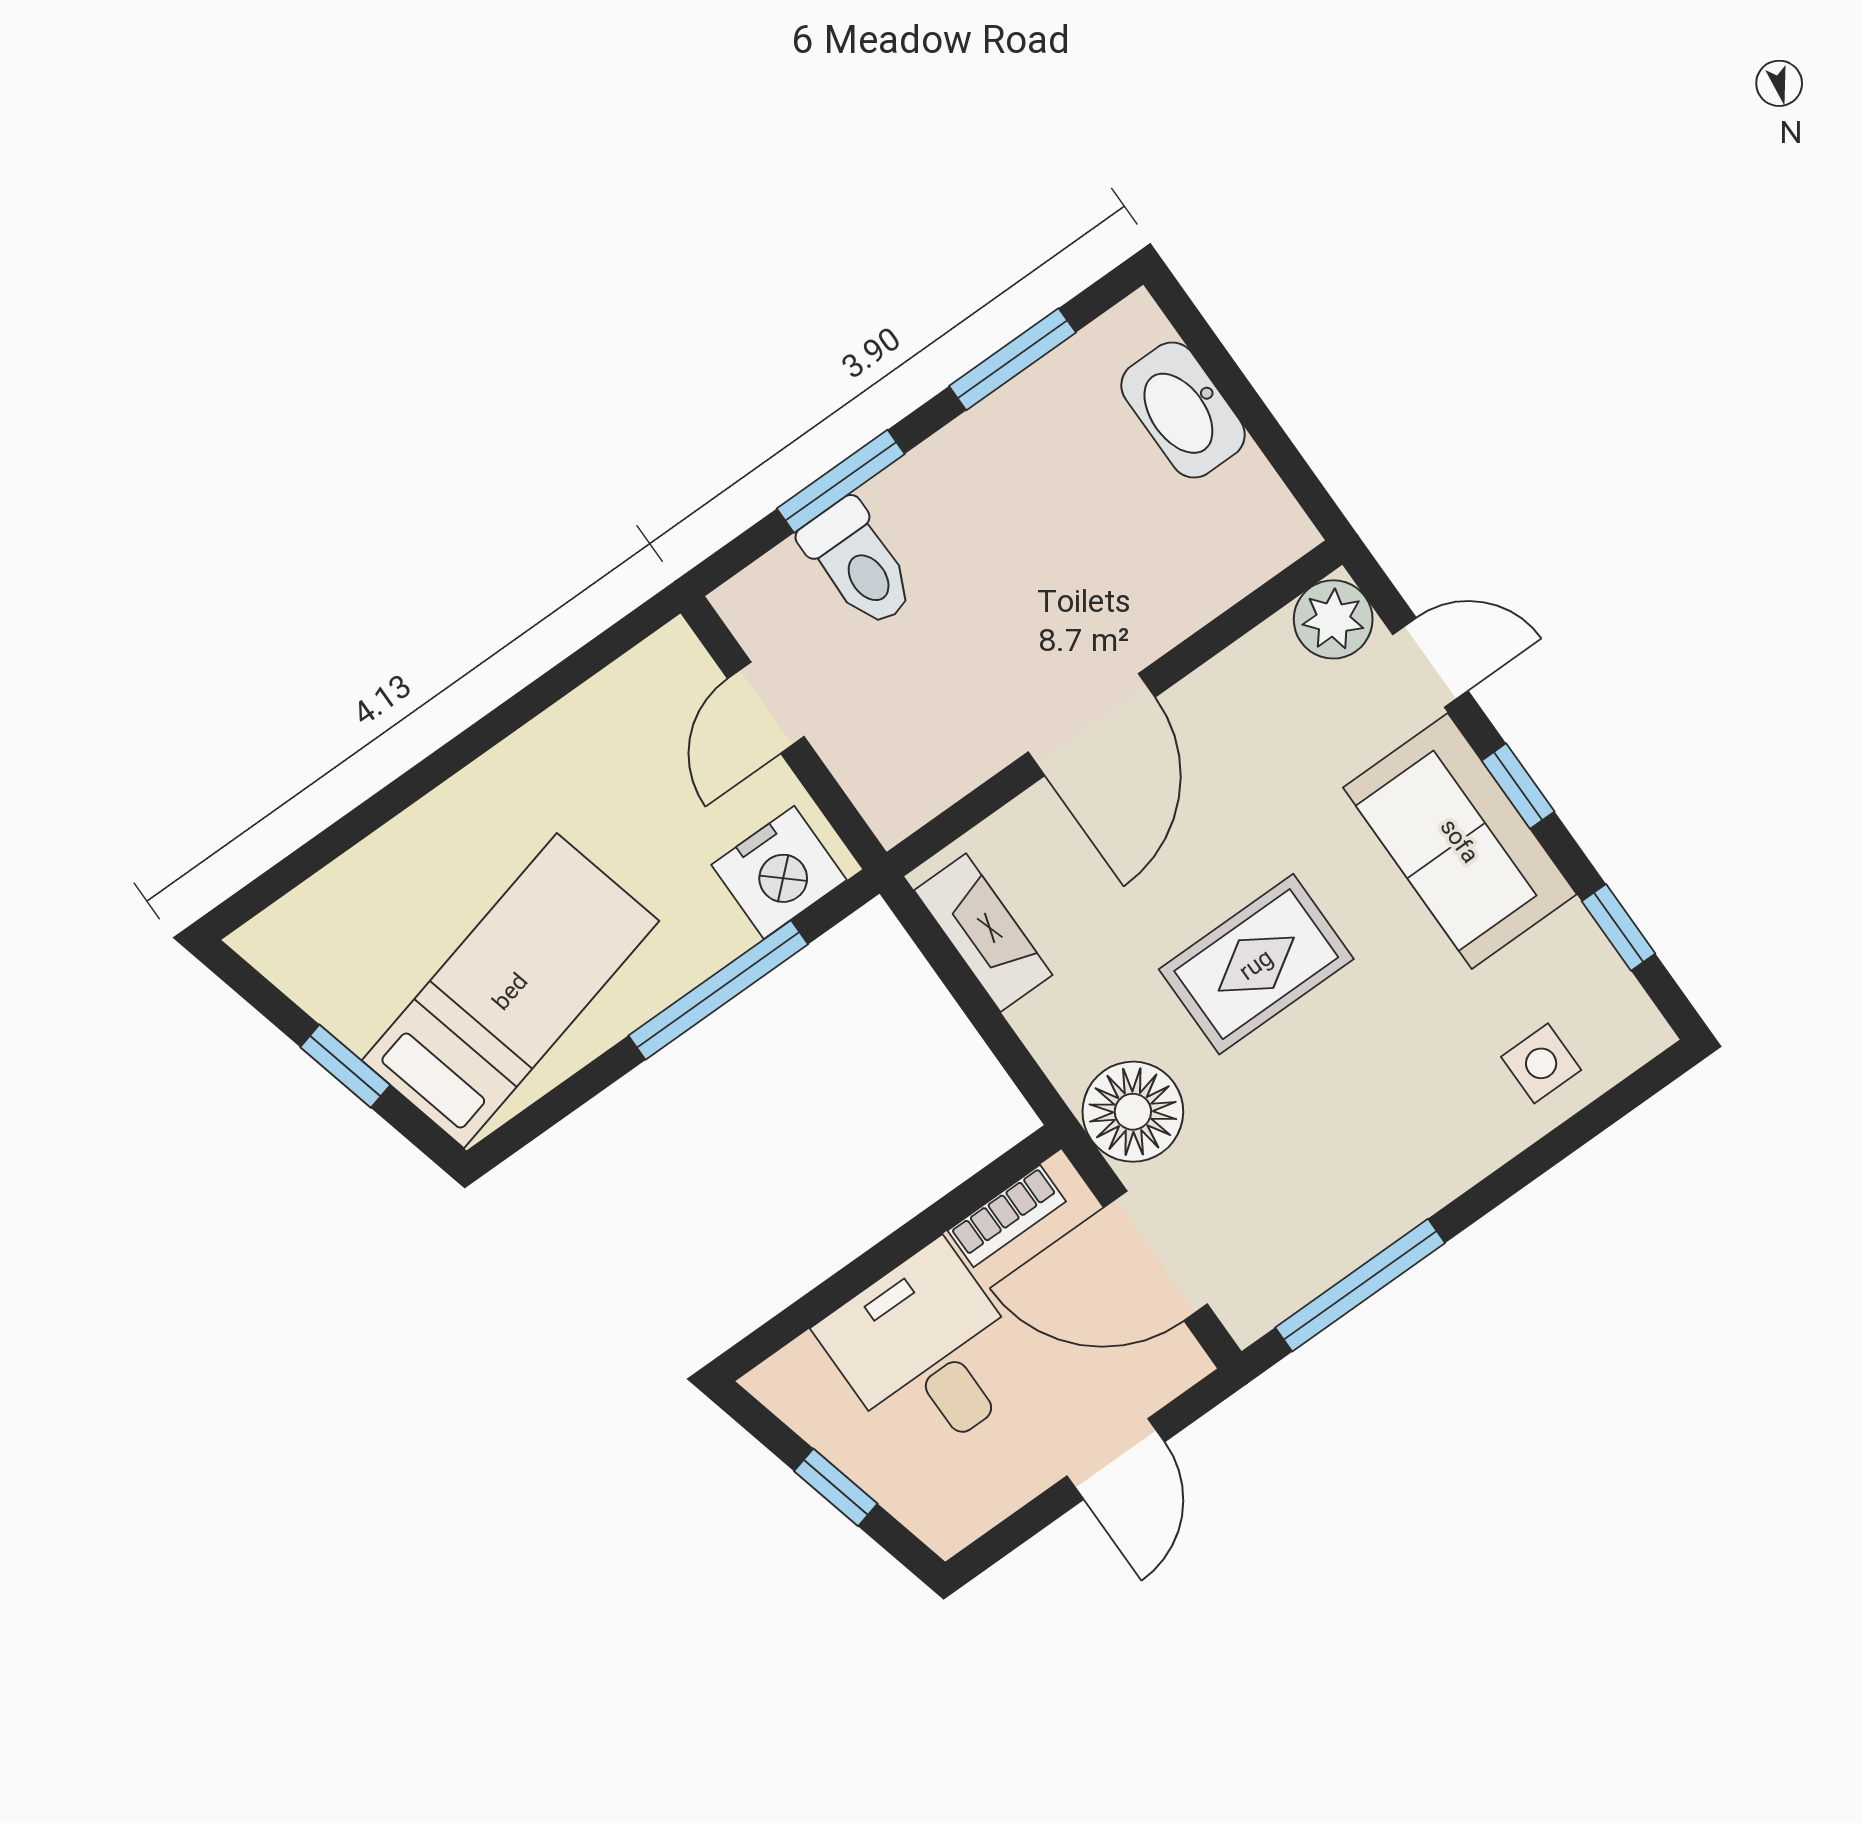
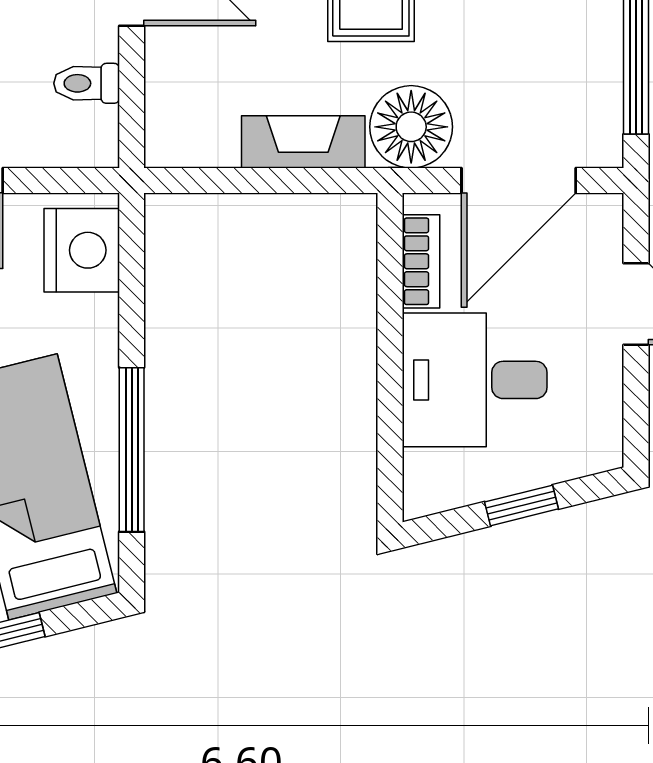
toilet: (948, 760) -> (87, 83), added
fireplace: (983, 933) -> (303, 142), moved
window: (718, 990) -> (132, 450), moved

